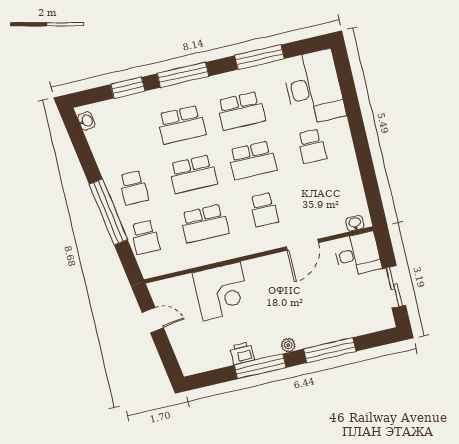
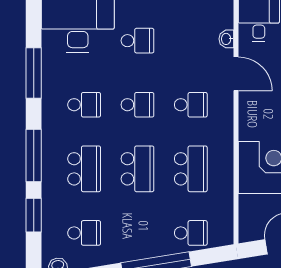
school desk: (241, 111) -> (84, 105), width x0.54
school desk: (252, 160) -> (137, 105), width x0.54
school desk: (134, 188) -> (84, 233), moved
washbasin: (355, 223) -> (226, 39), moved

